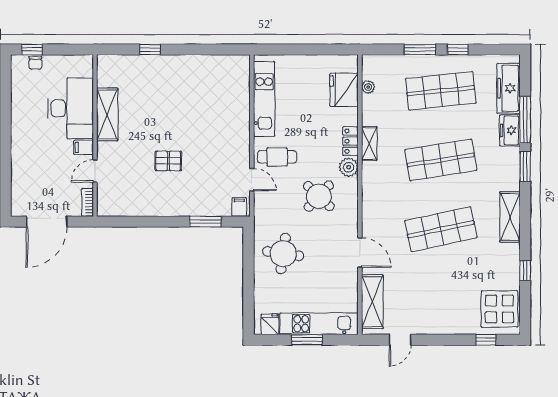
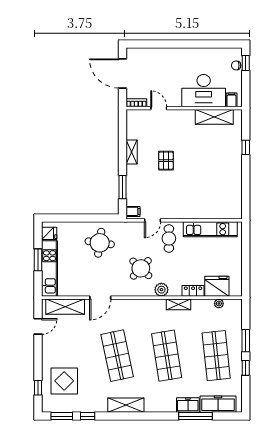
shelving: (107, 114) -> (214, 117), moved
locker: (350, 141) -> (193, 291), moved
filing cabinet: (84, 147) -> (232, 100), moved
window: (525, 166) -> (62, 416), moved
shelving: (156, 209) -> (132, 152), added
display table: (499, 309) -> (64, 381), moved
door: (400, 340) -> (38, 326), swing flipped

